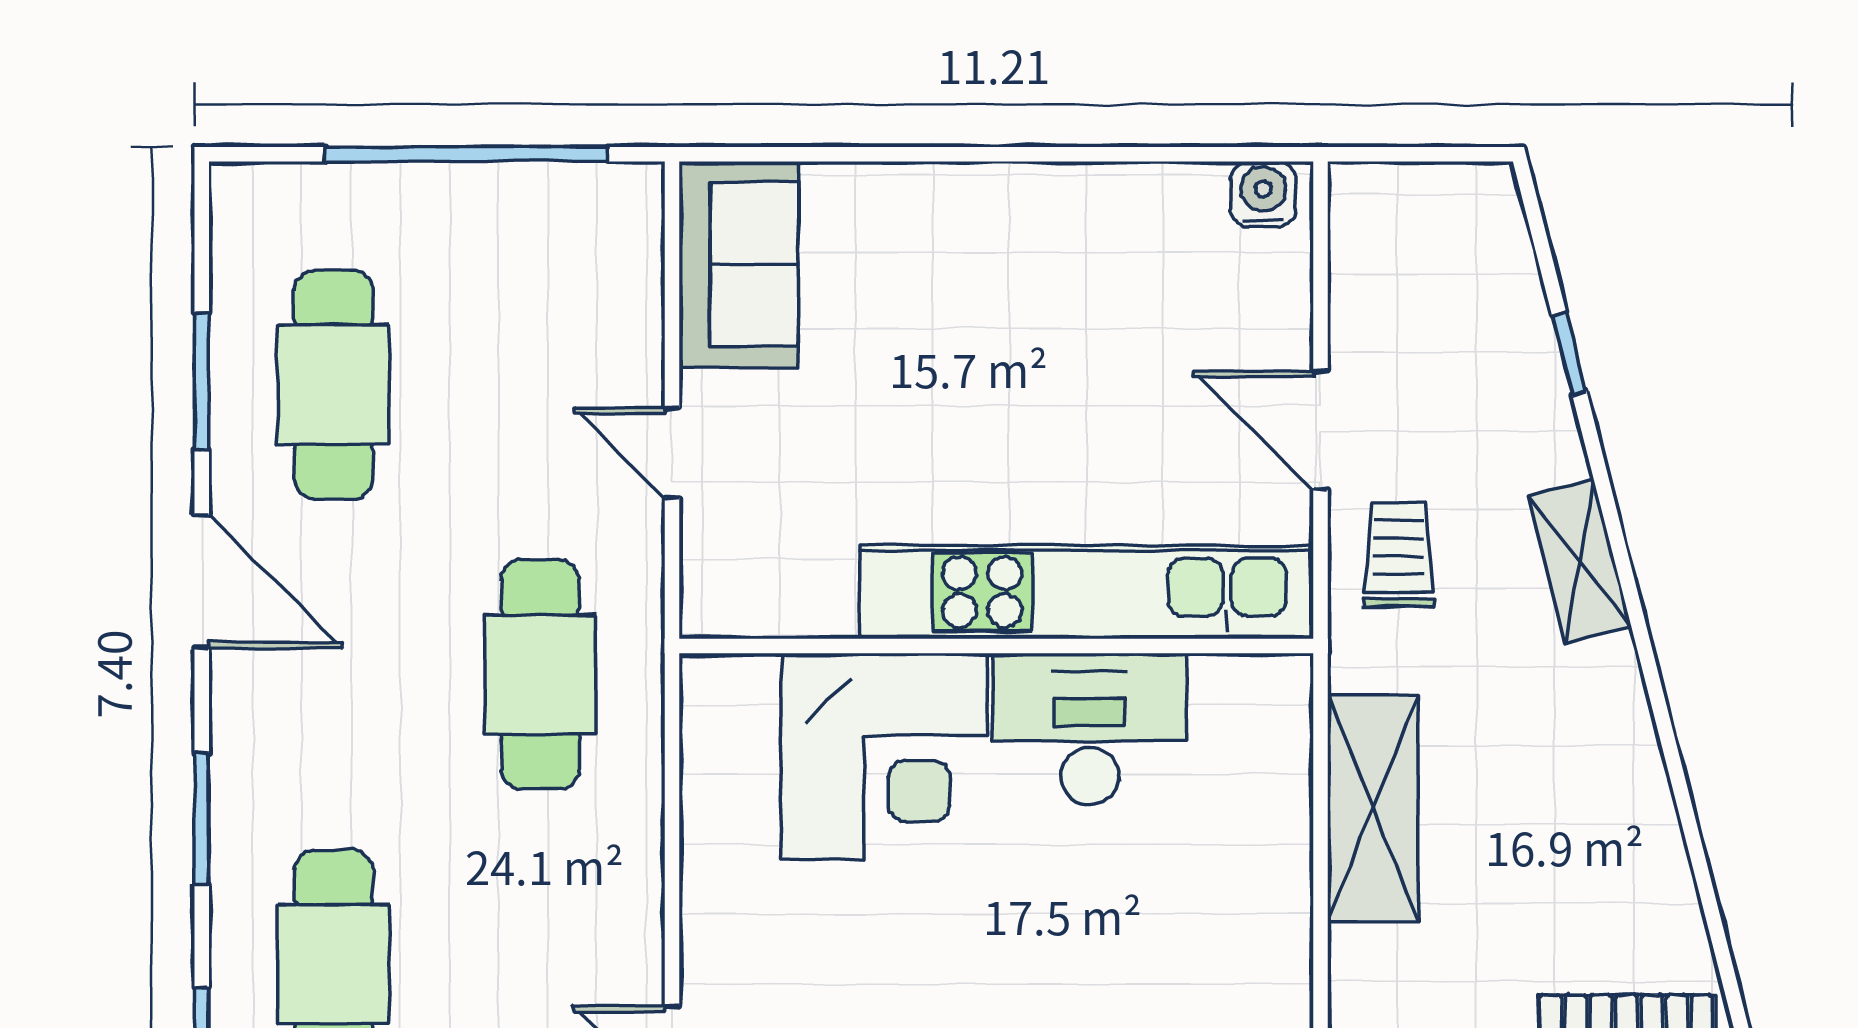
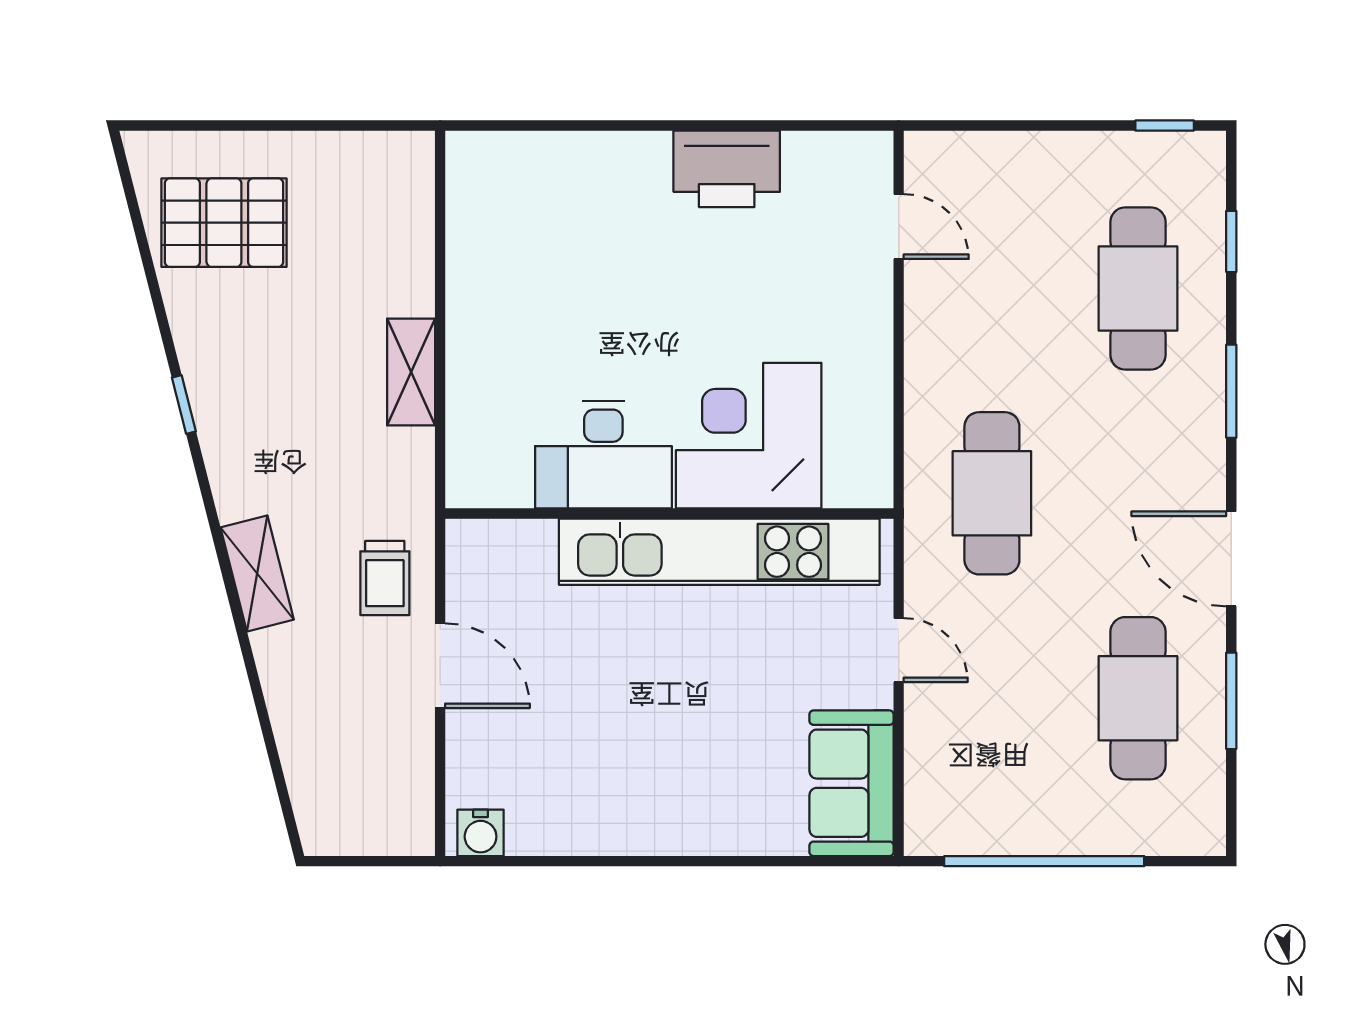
window: (1569, 353) -> (184, 404), moved
kitchen unit: (1087, 592) -> (719, 552), moved
shelving: (1373, 808) -> (411, 372), width x0.67, depth x0.75

